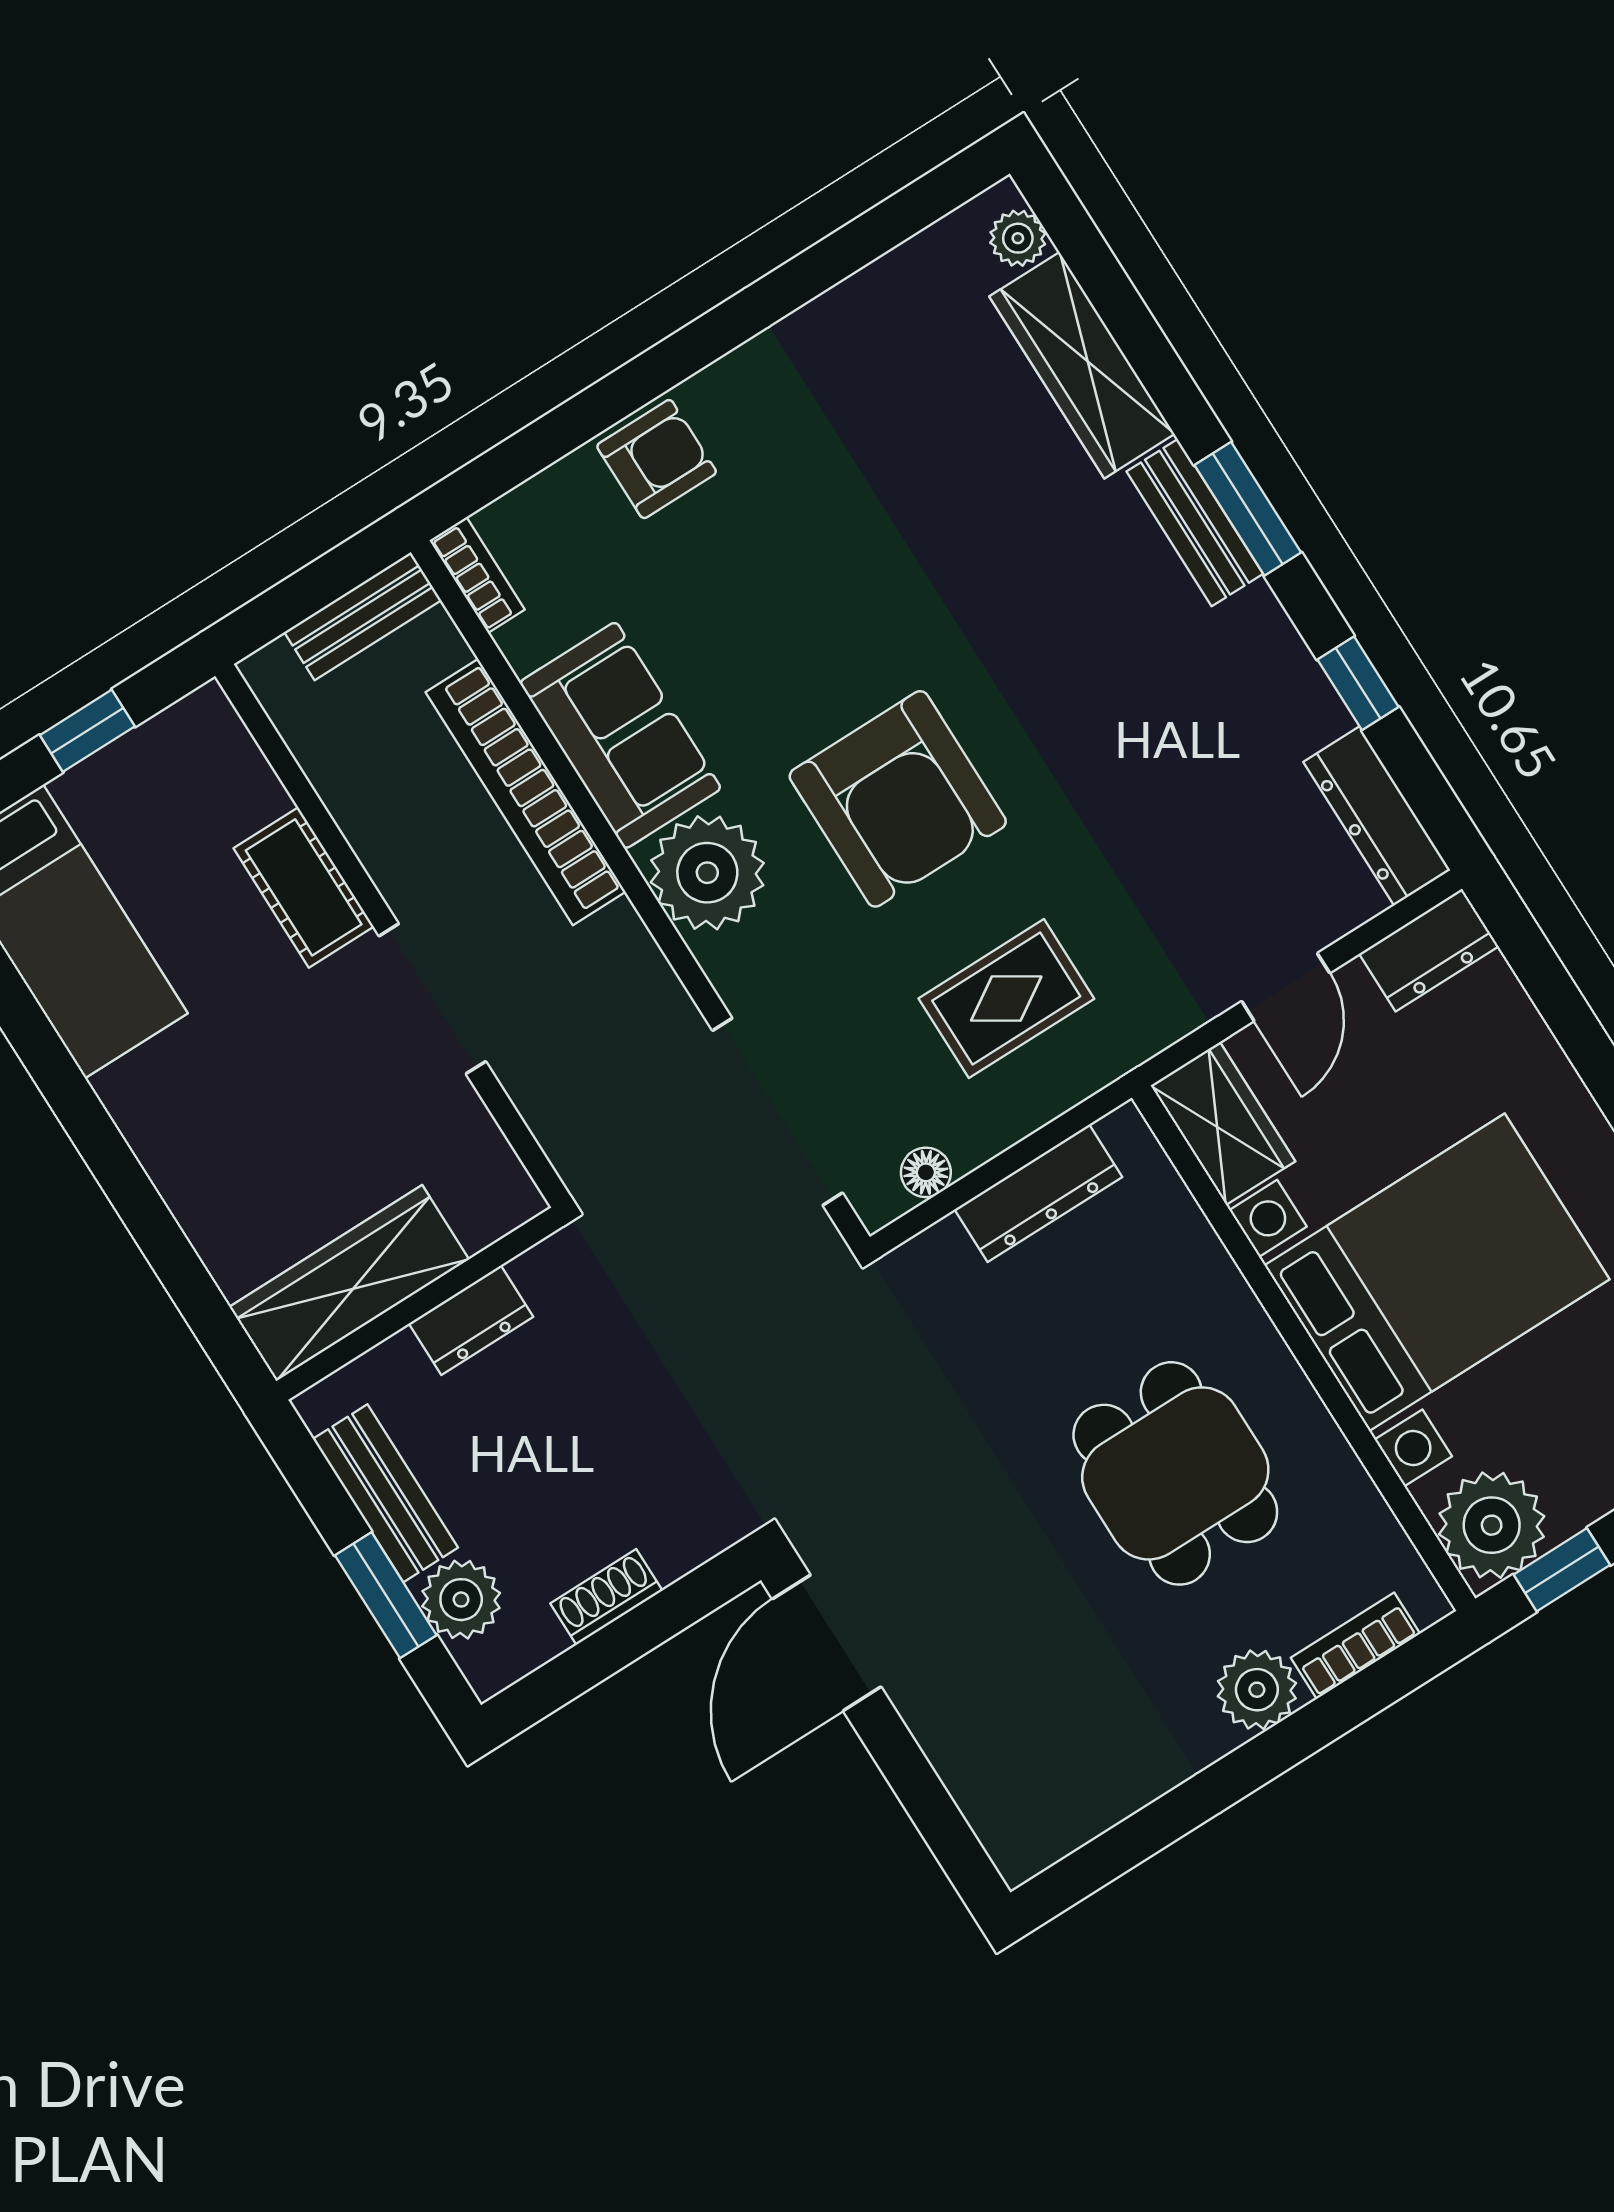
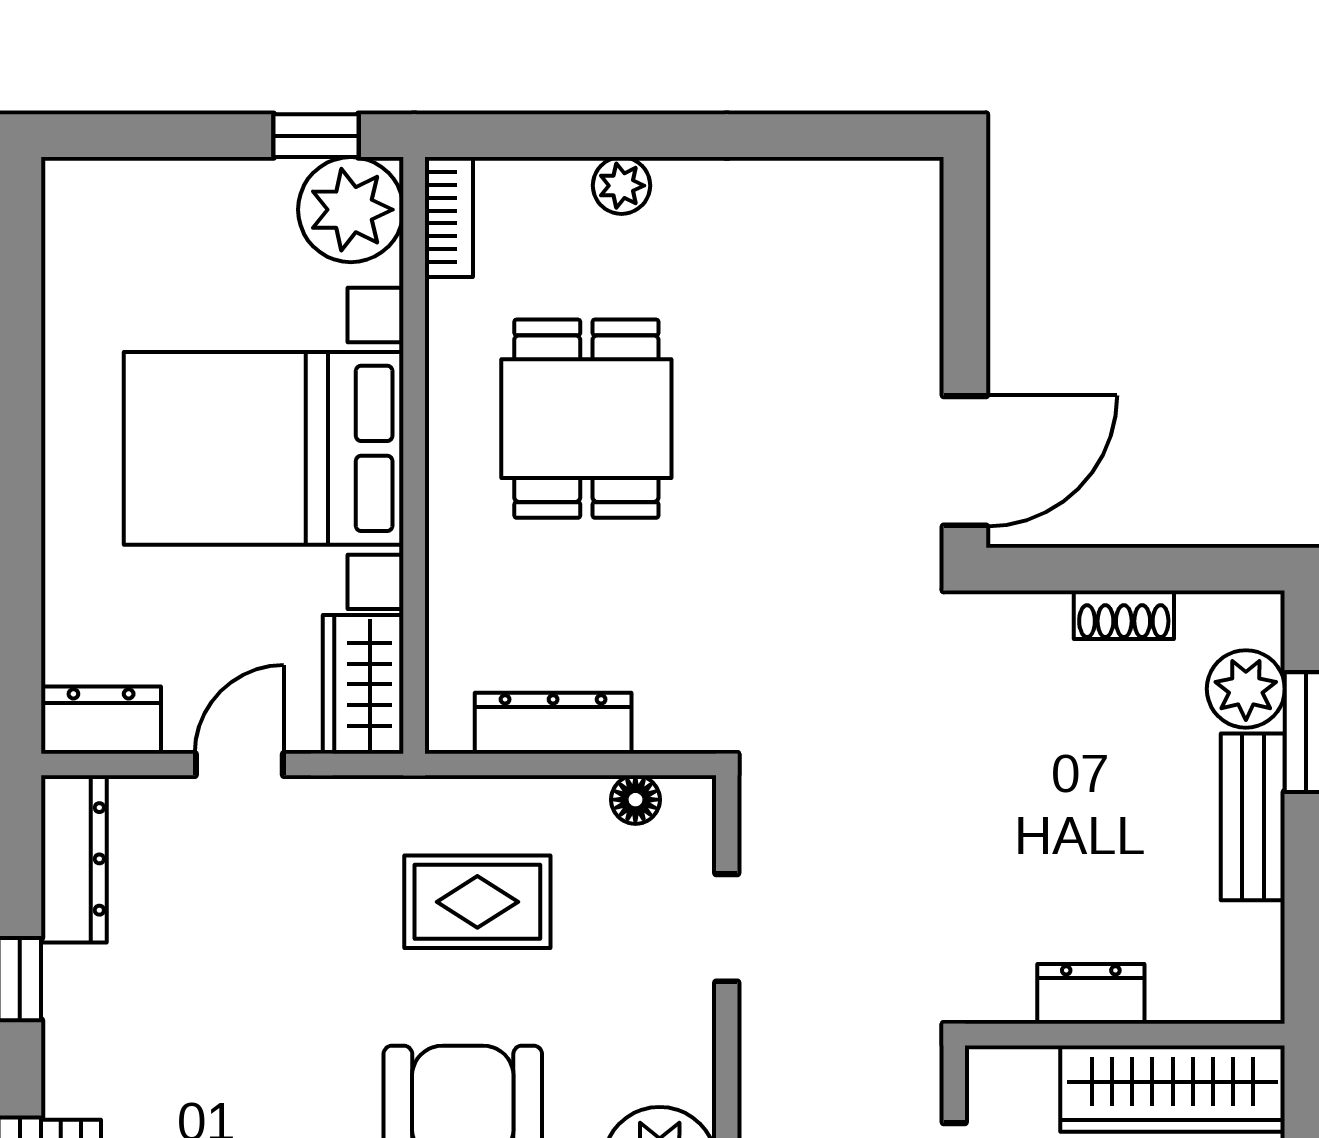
doorway: (778, 1112) -> (727, 928), width x0.53
wardrobe: (349, 1283) -> (1173, 1089), moved
wall: (420, 1304) -> (1125, 1035), moved
dresser: (471, 1320) -> (1091, 994), moved
bookcase: (1355, 1646) -> (449, 217), moved, turned -90
plant: (1257, 1690) -> (621, 186), width x0.73, depth x0.73

